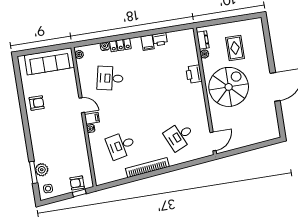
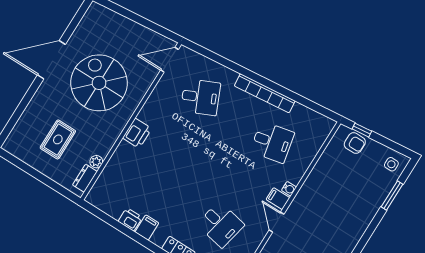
printer: (194, 74) -> (137, 133), moved
spiral stairs: (229, 87) -> (99, 83), moved, turned 90
plant: (42, 170) -> (380, 190), removed

